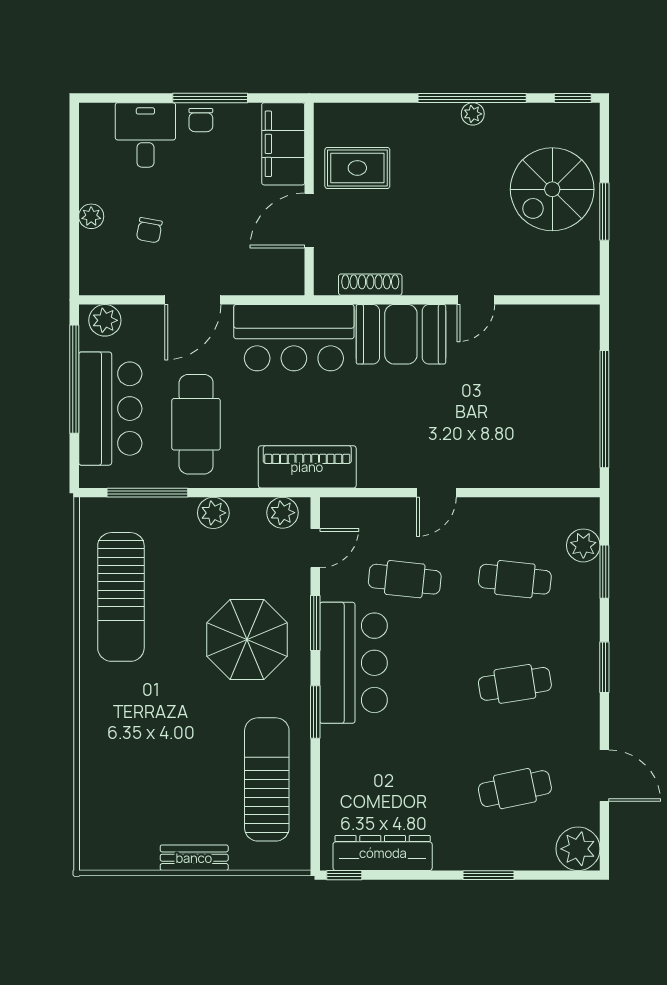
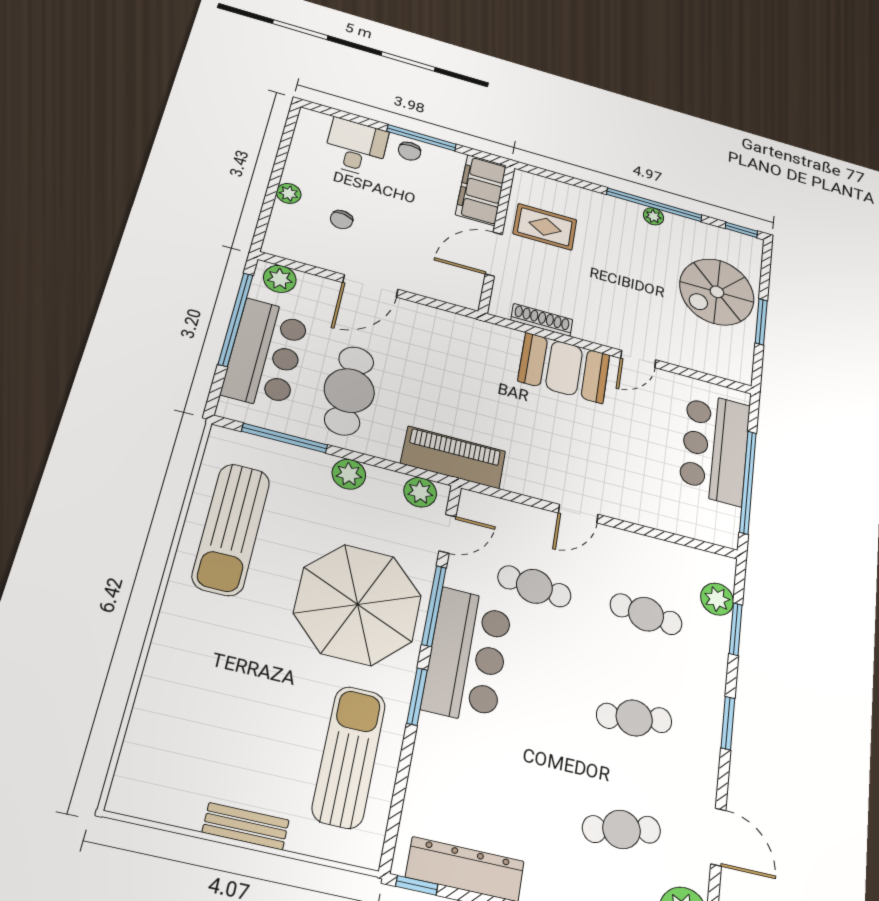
bar counter: (294, 338) -> (715, 448), moved, turned 90
window: (315, 623) -> (434, 606), width x1.44
parasol: (247, 639) -> (358, 604), width x1.36, depth x1.36

